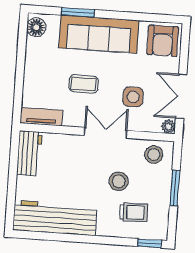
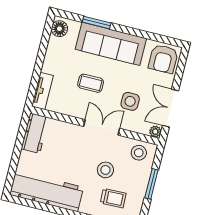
tv unit: (41, 117) -> (42, 91), moved, turned 90

